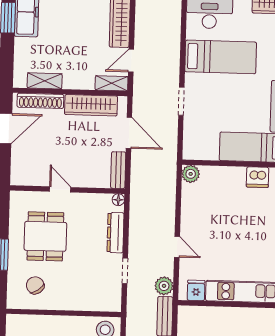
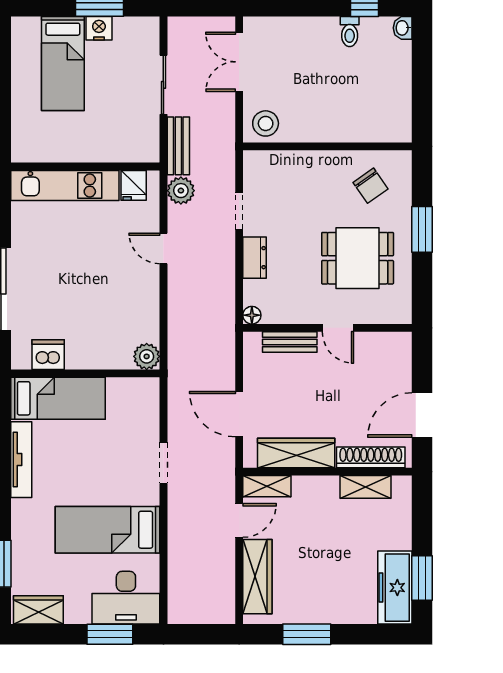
bench: (118, 170) -> (290, 342), moved, turned 90
dresser: (116, 233) -> (255, 258), width x0.70
dining table: (45, 236) -> (358, 258), turned 90

